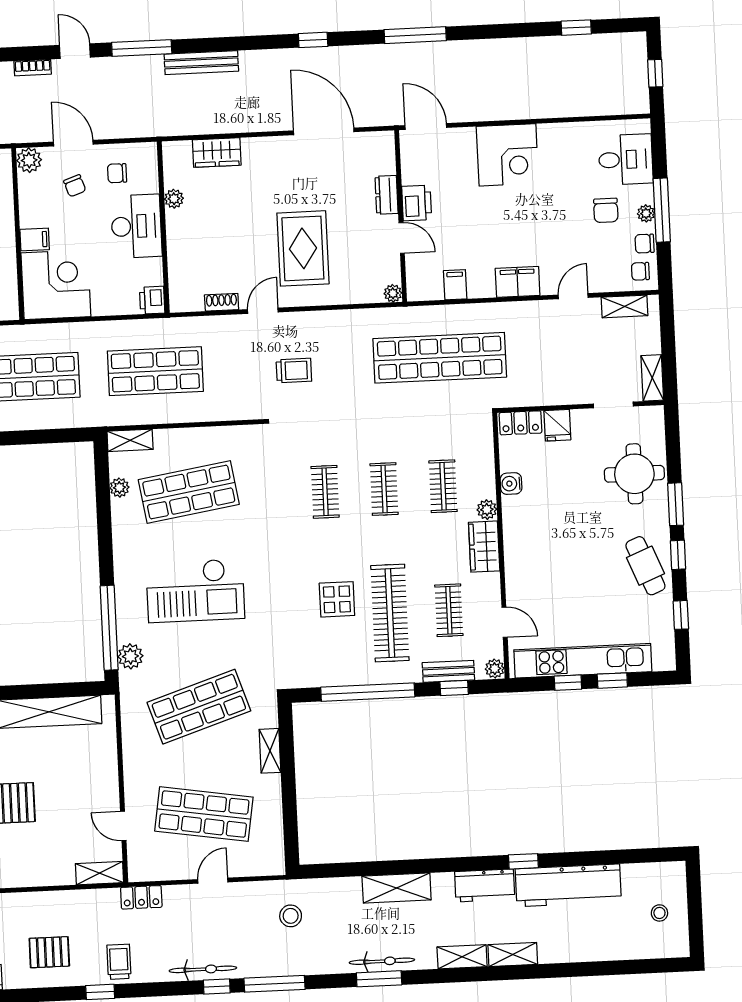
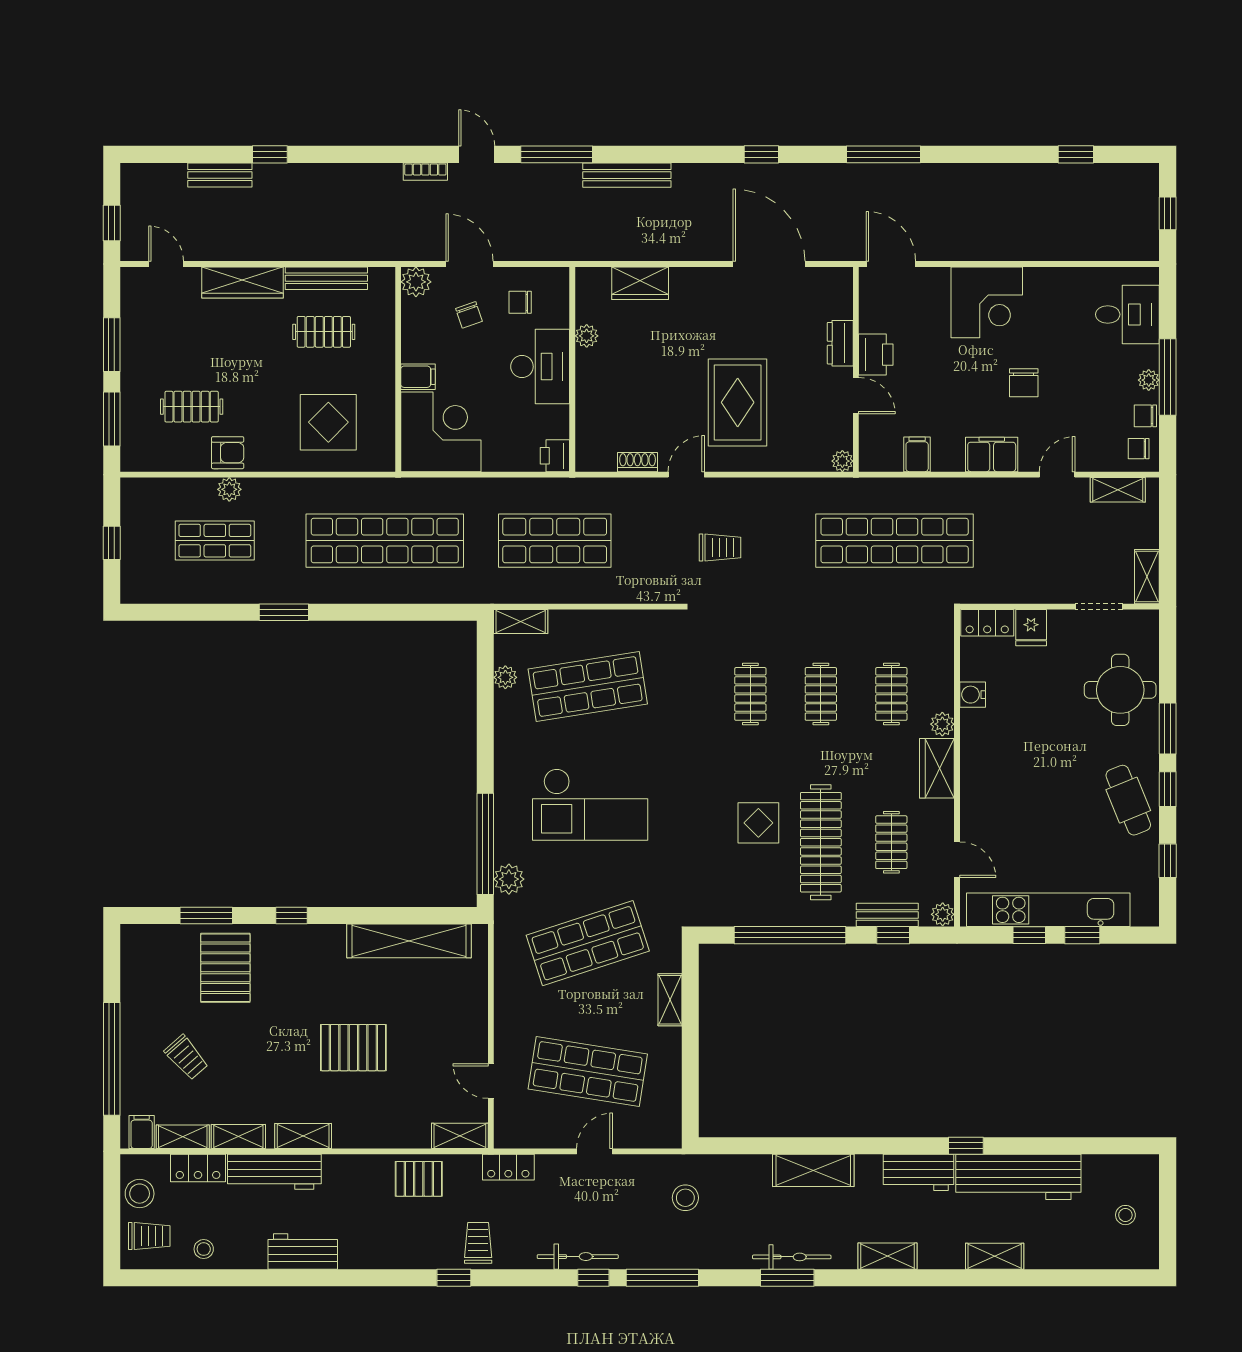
chair: (606, 210) -> (1024, 383), moved
pallet: (49, 952) -> (419, 1179), moved
shelving: (513, 954) -> (995, 1256), moved

